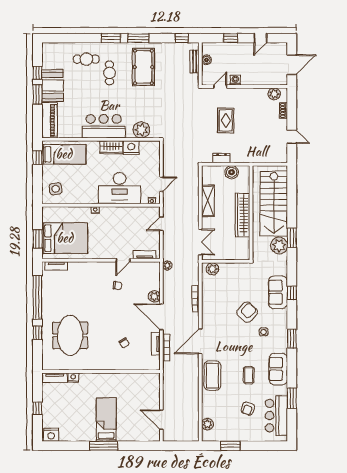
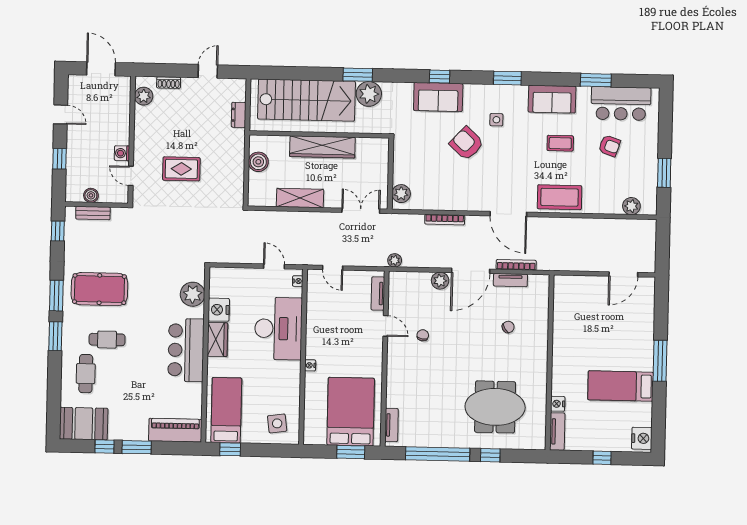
booth: (53, 86) -> (84, 424), moved
dresser: (222, 158) -> (239, 115), moved
bed: (106, 420) -> (621, 386), moved

